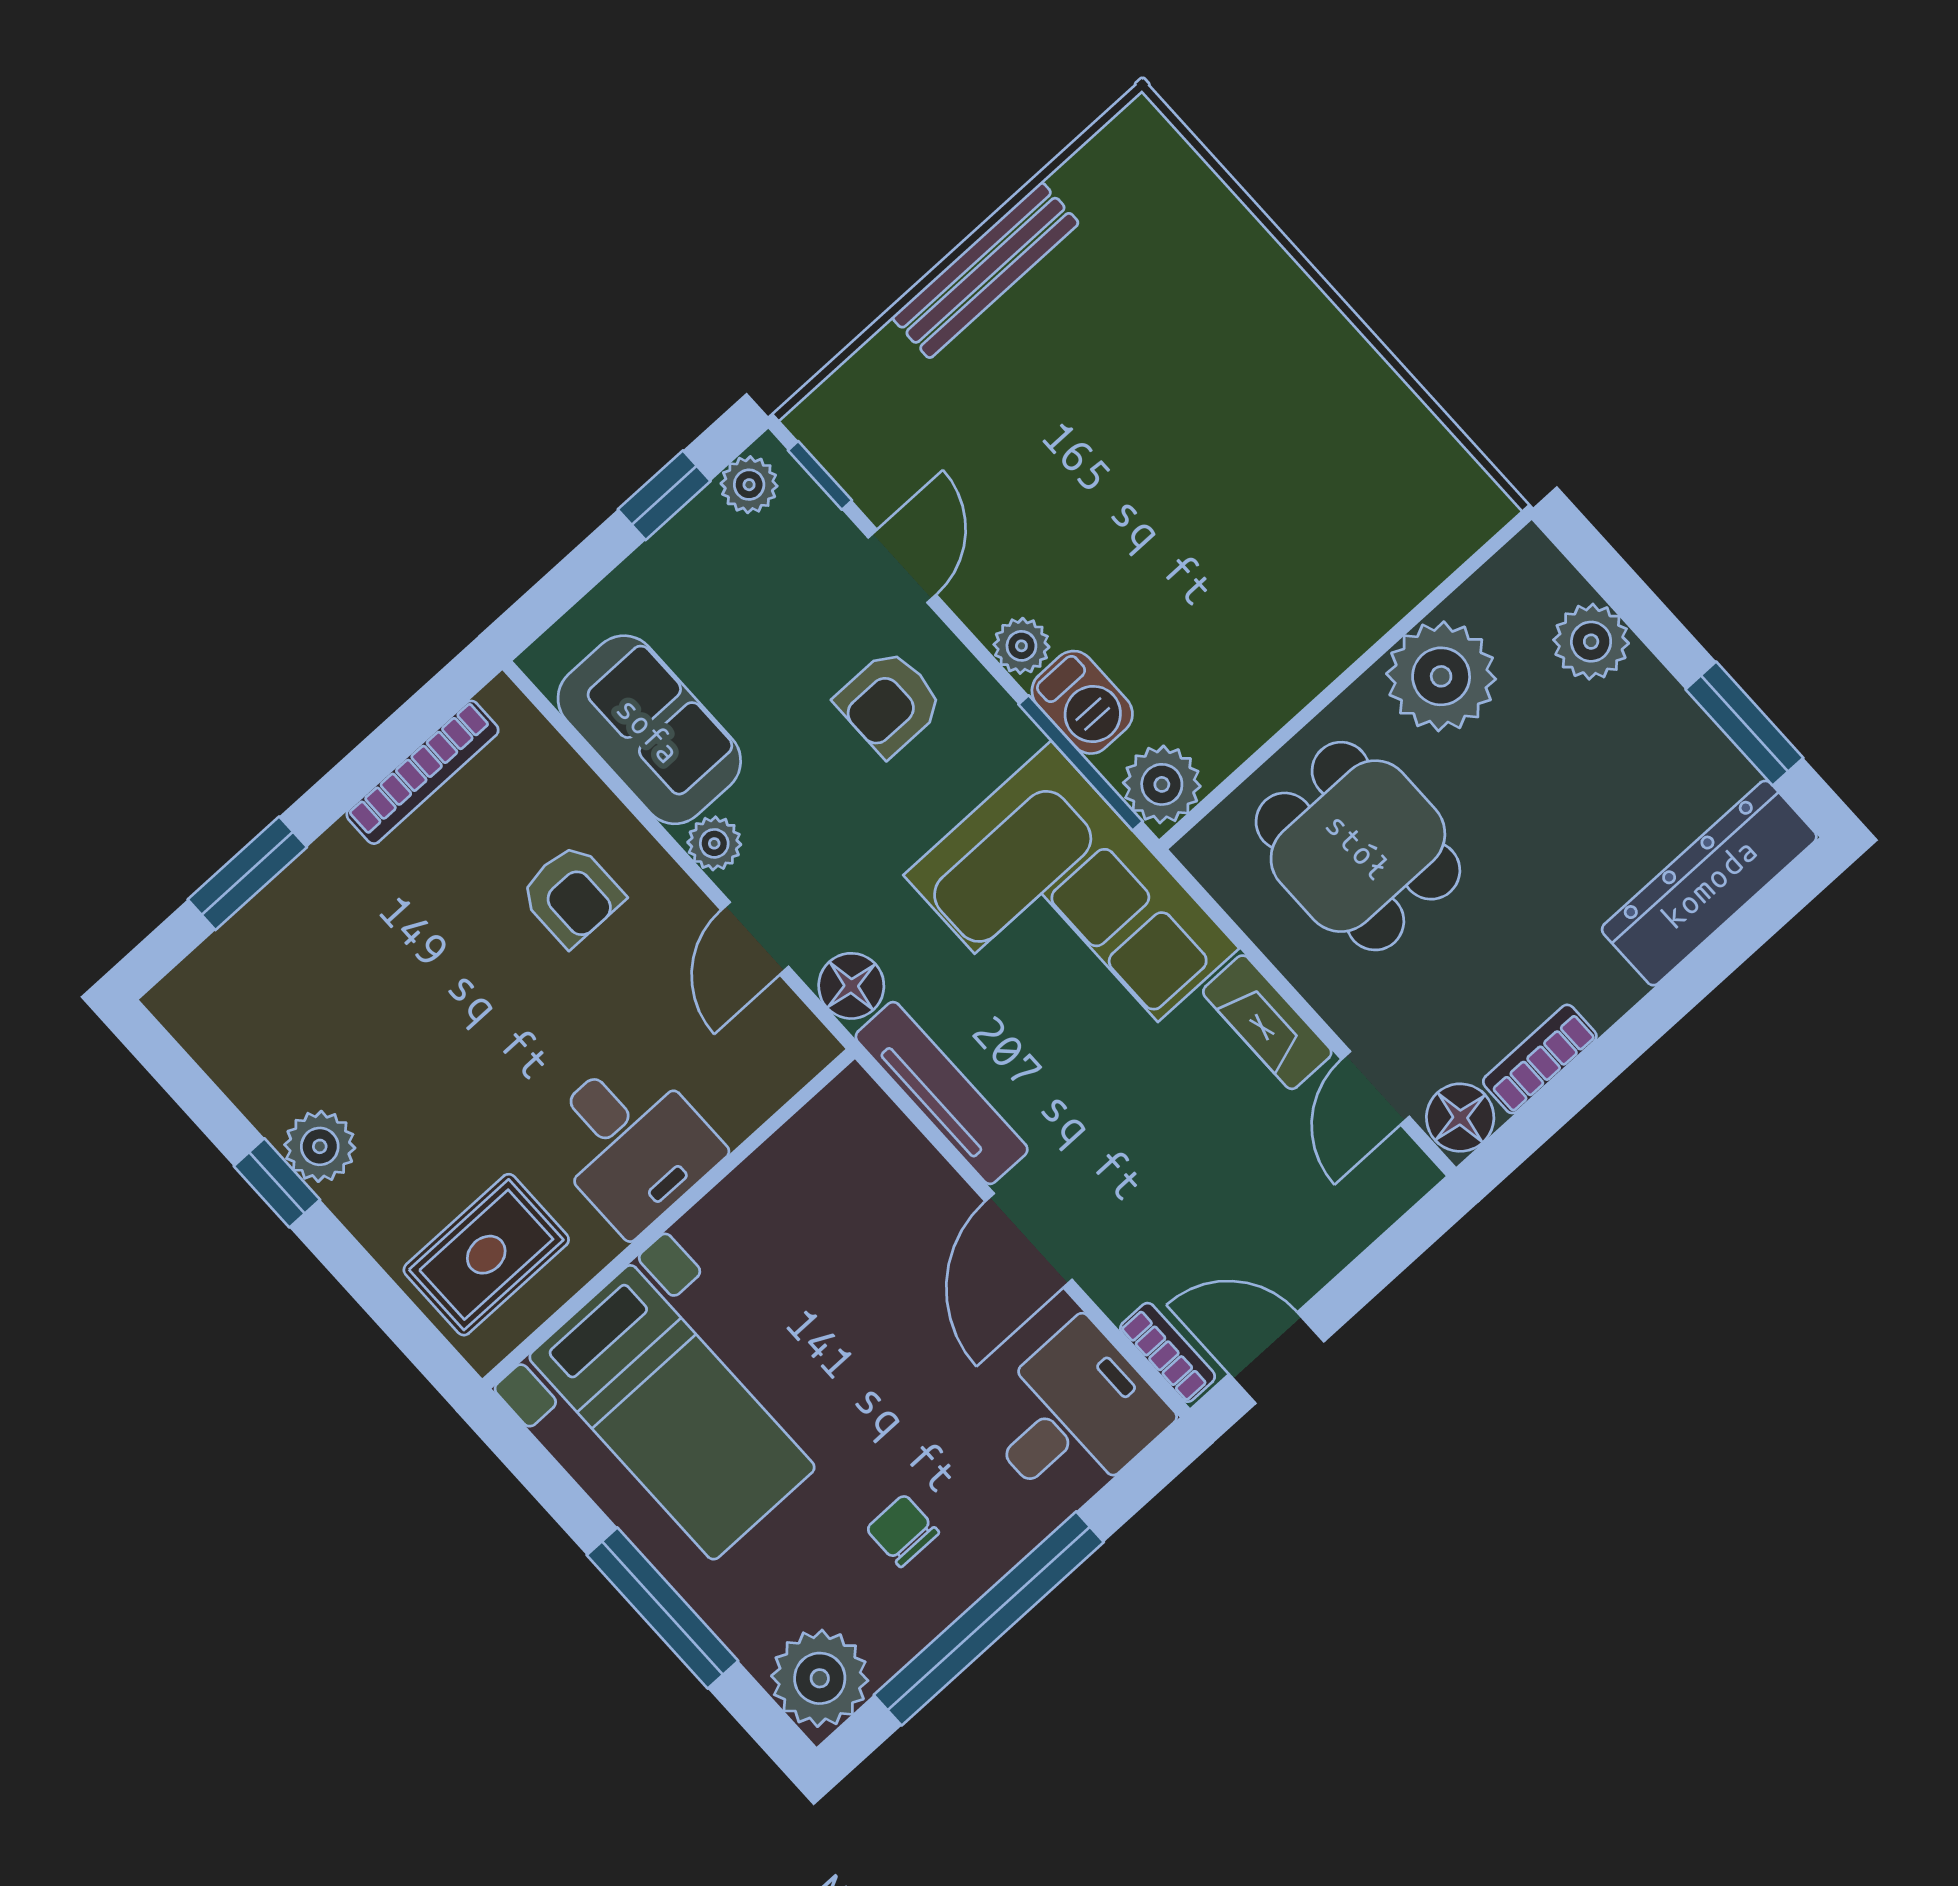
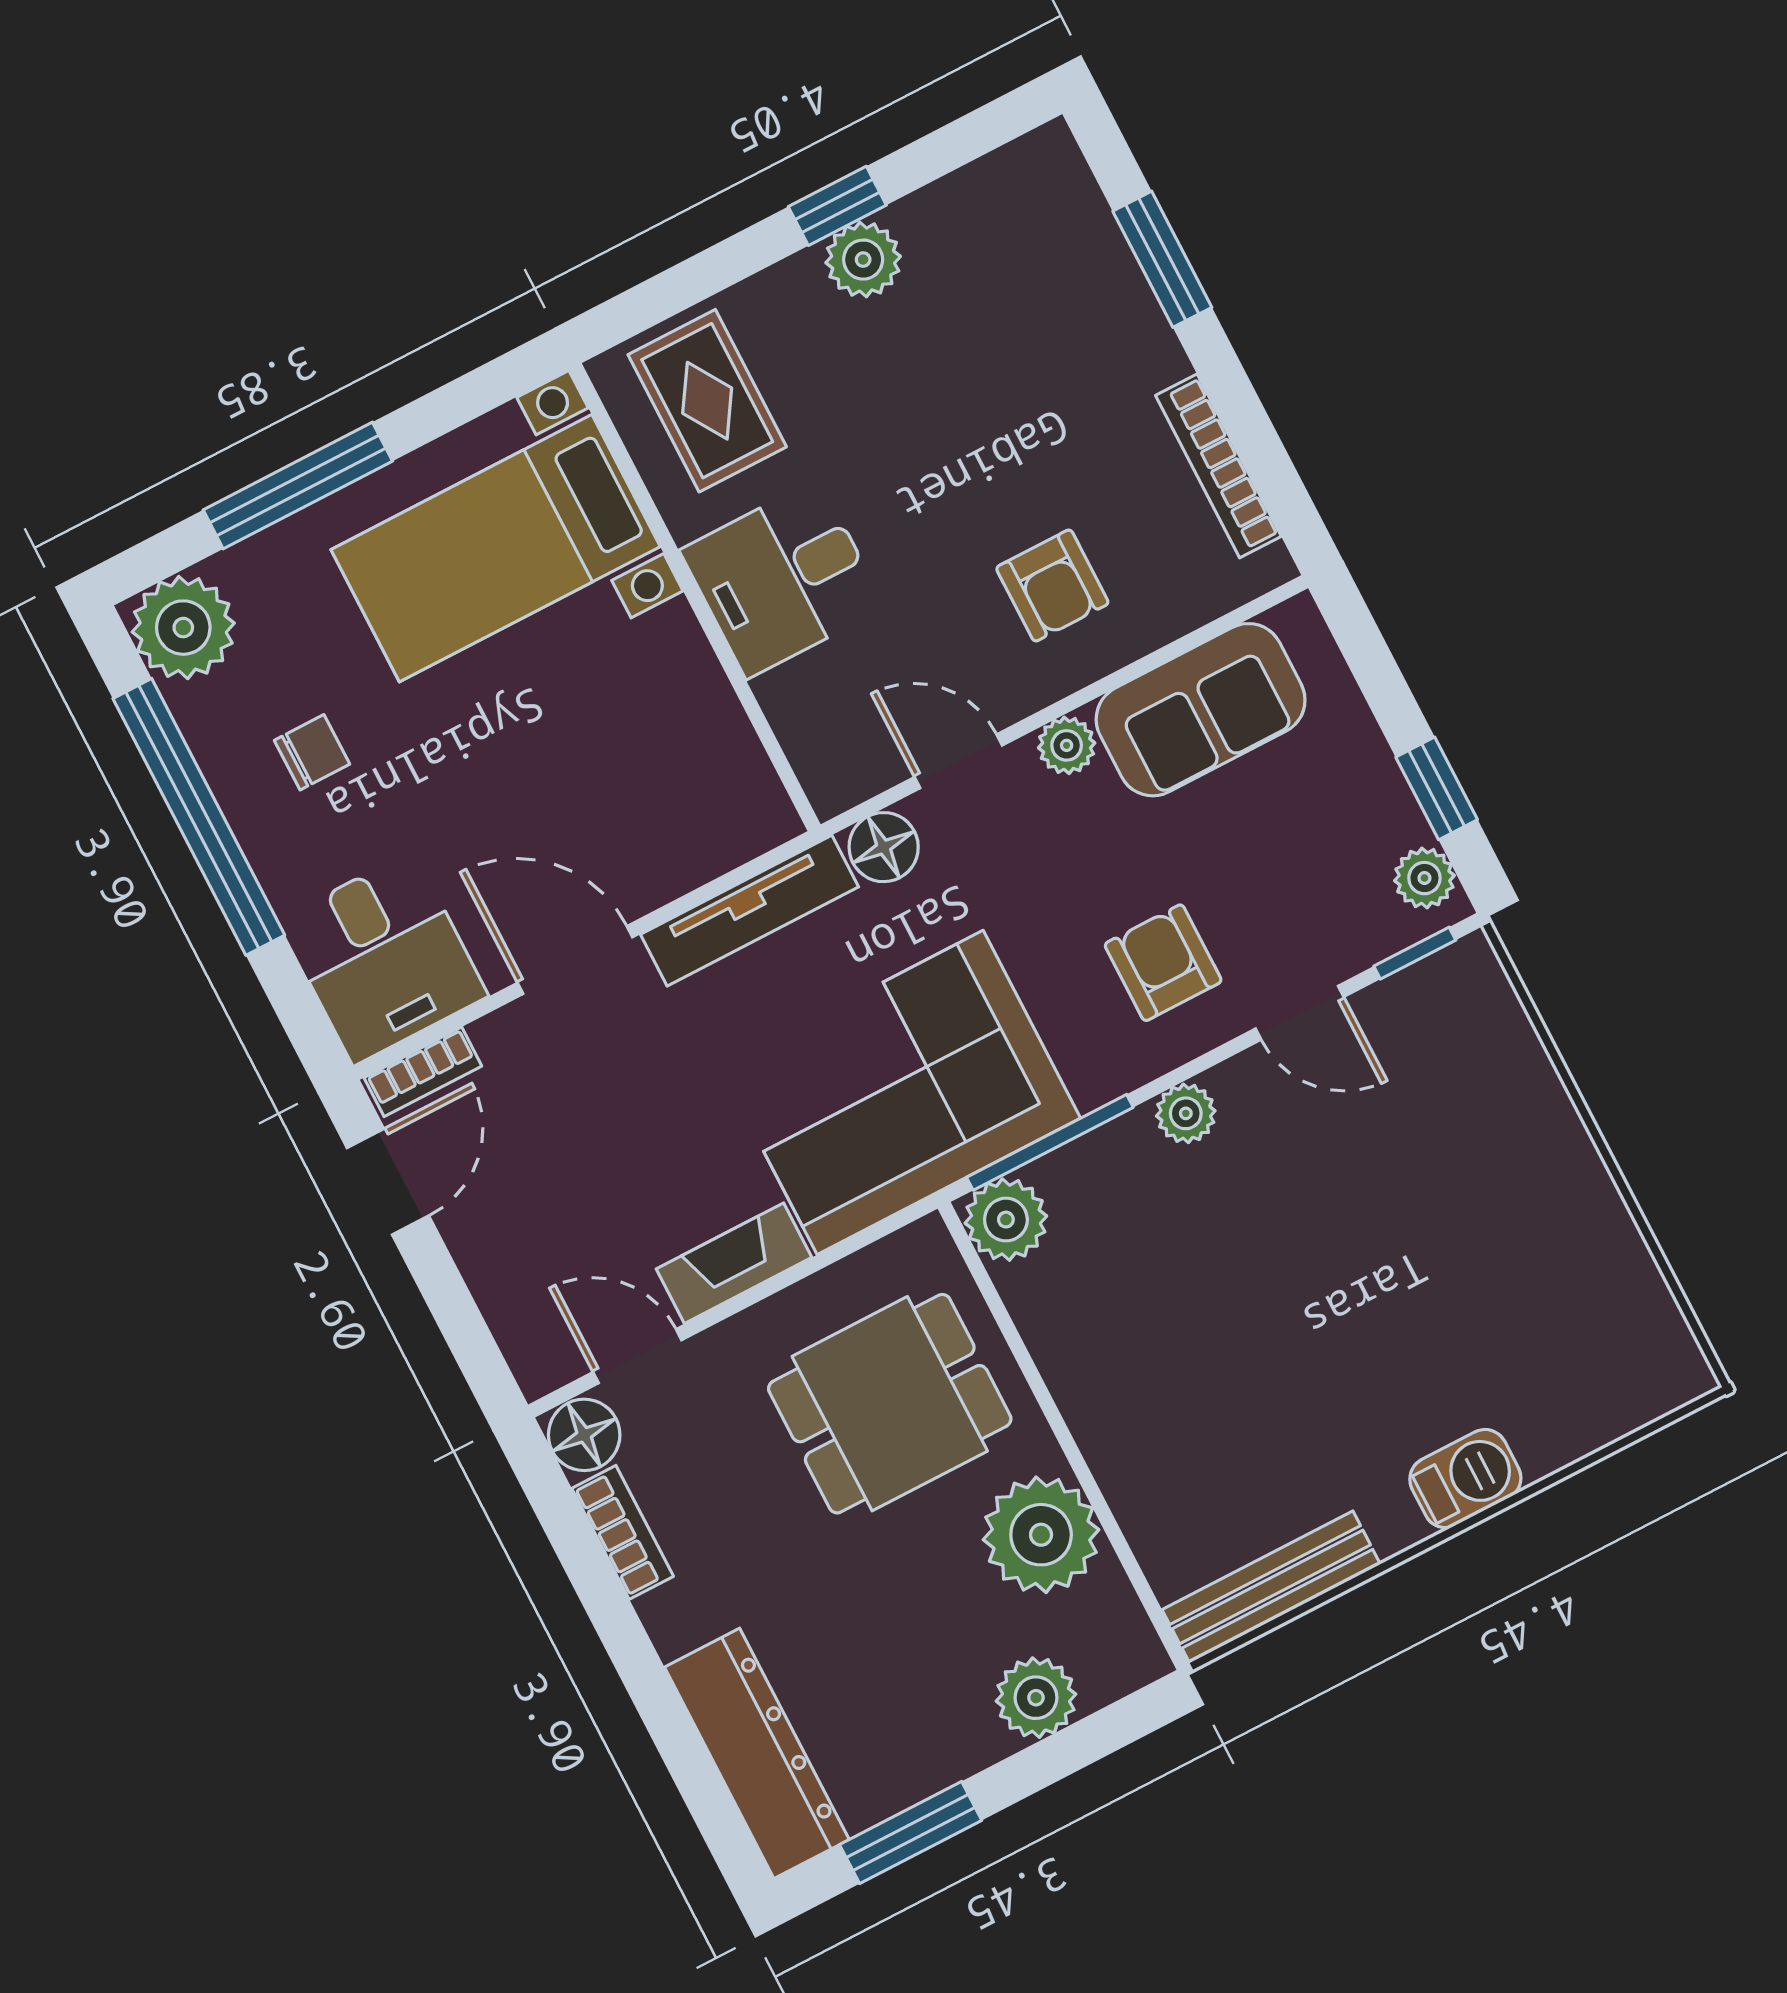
bench: (985, 270) -> (1271, 1587), moved, turned 90
barbecue: (1082, 702) -> (1465, 1479), moved, turned 180
armchair: (572, 895) -> (1052, 586), turned -90

